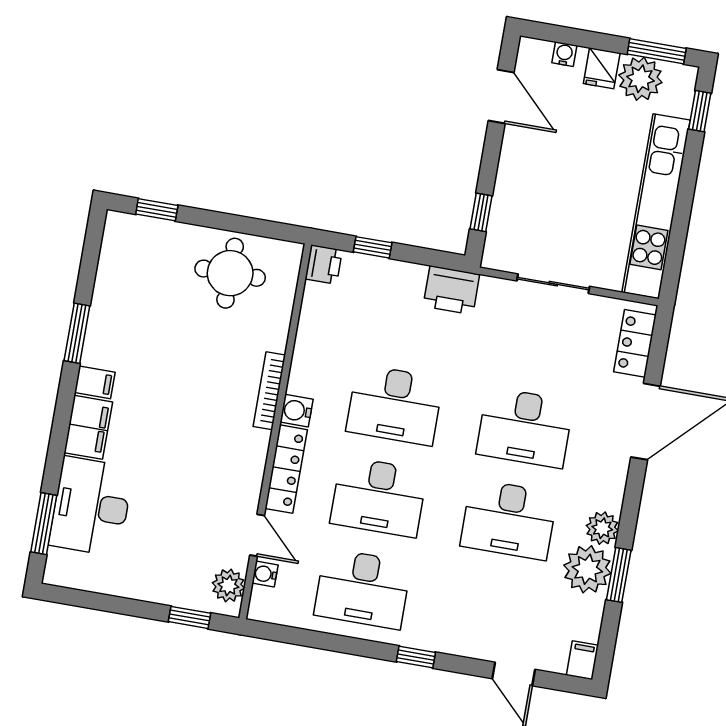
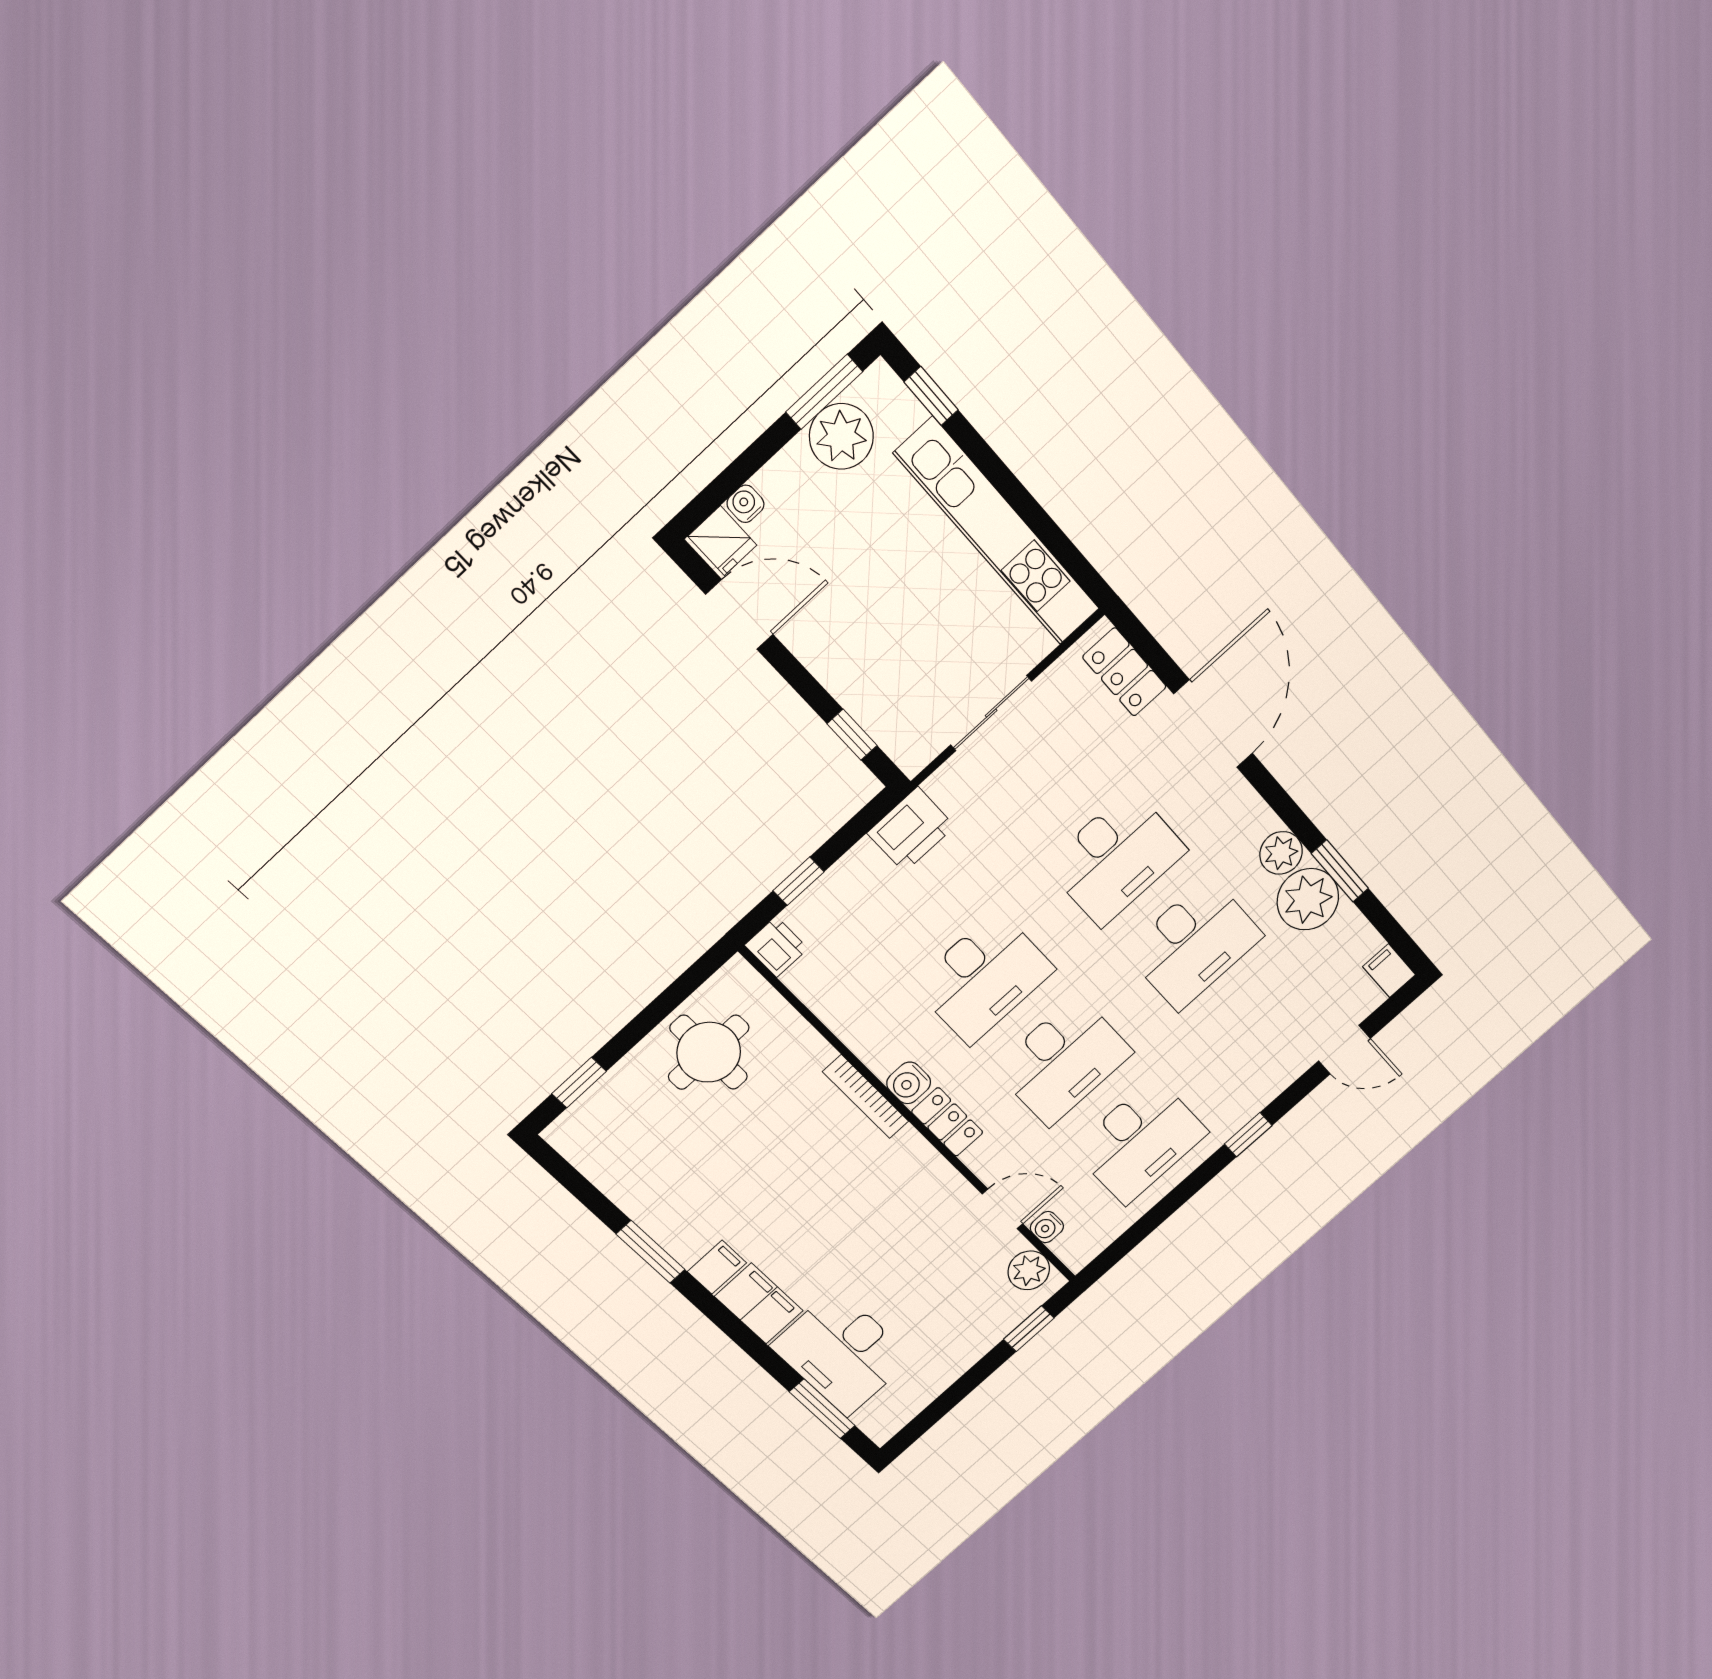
fridge: (602, 68) -> (722, 541), moved
locker: (286, 469) -> (947, 1122), width x0.66

